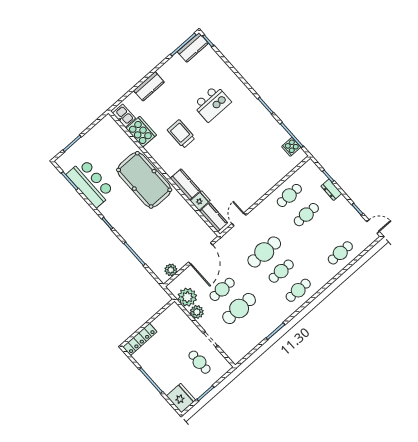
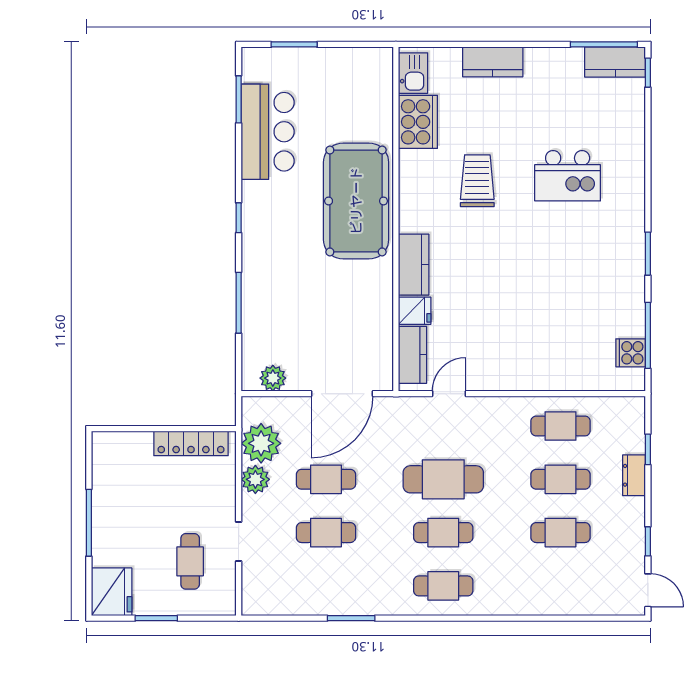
cafe table: (340, 253) -> (561, 533), moved
cafe table: (239, 308) -> (326, 533), width x0.73, depth x0.74
locker: (140, 339) -> (191, 443), moved

